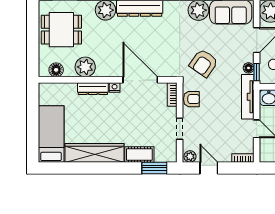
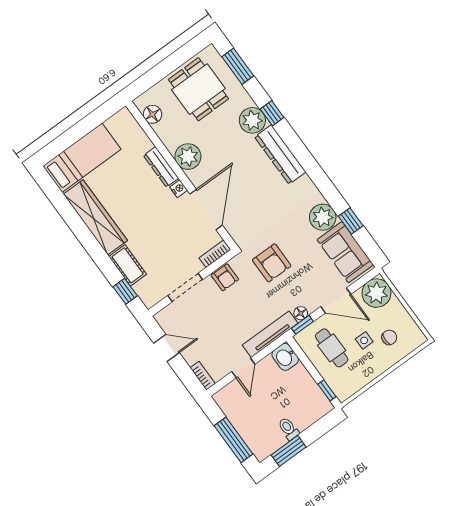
armchair: (204, 63) -> (272, 263), turned -125
plant: (85, 67) -> (188, 157), moved
doorway: (180, 129) -> (185, 288), width x1.38
plant: (190, 156) -> (164, 319), removed
window: (154, 168) -> (125, 291), width x0.67
door: (209, 168) -> (166, 348), hinge flipped

